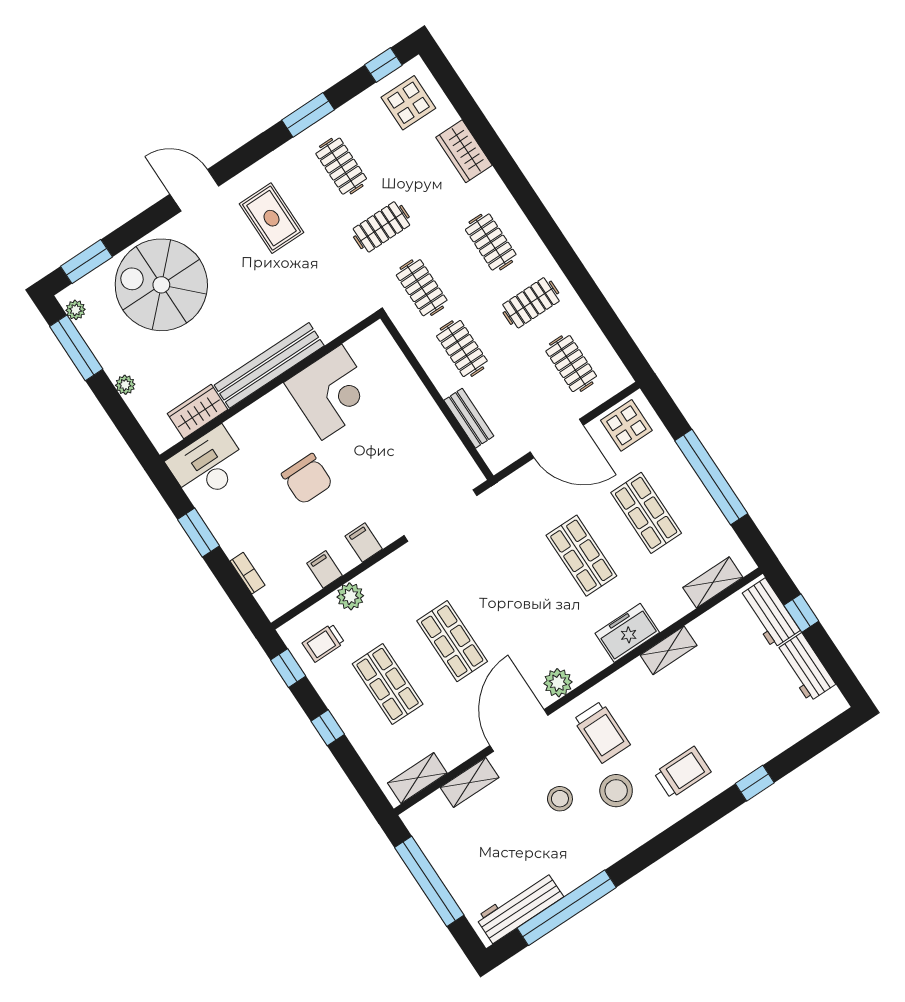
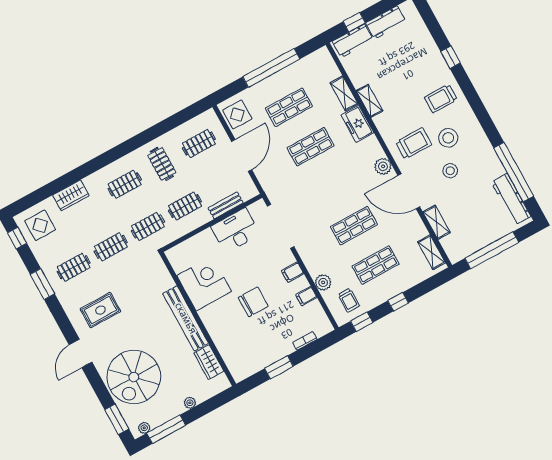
clothes rail: (381, 227) -> (111, 247), turned 90
desk: (208, 465) -> (236, 230), moved, turned 90
shelving: (713, 582) -> (344, 93), moved
trolley: (683, 772) -> (441, 99), turned -90

